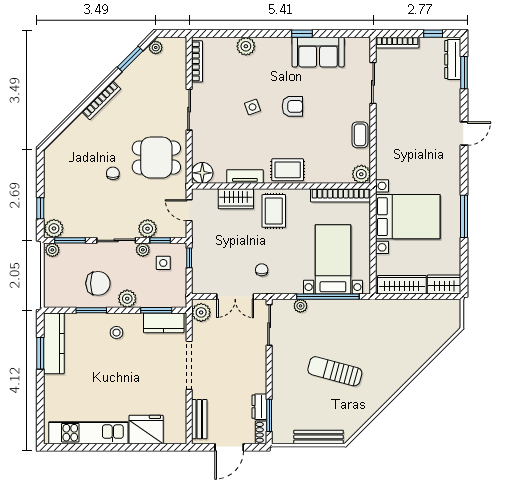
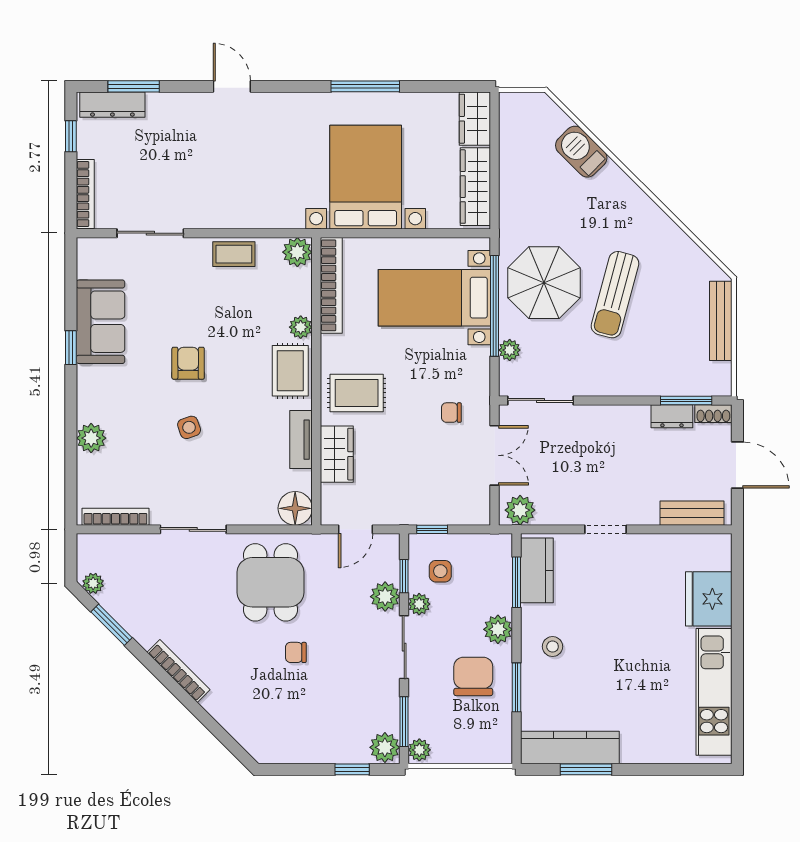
plant: (315, 176) -> (301, 327), added
parasol: (342, 327) -> (544, 283), added
barbecue: (424, 350) -> (581, 152), added
doorway: (189, 365) -> (606, 529), width x0.53

